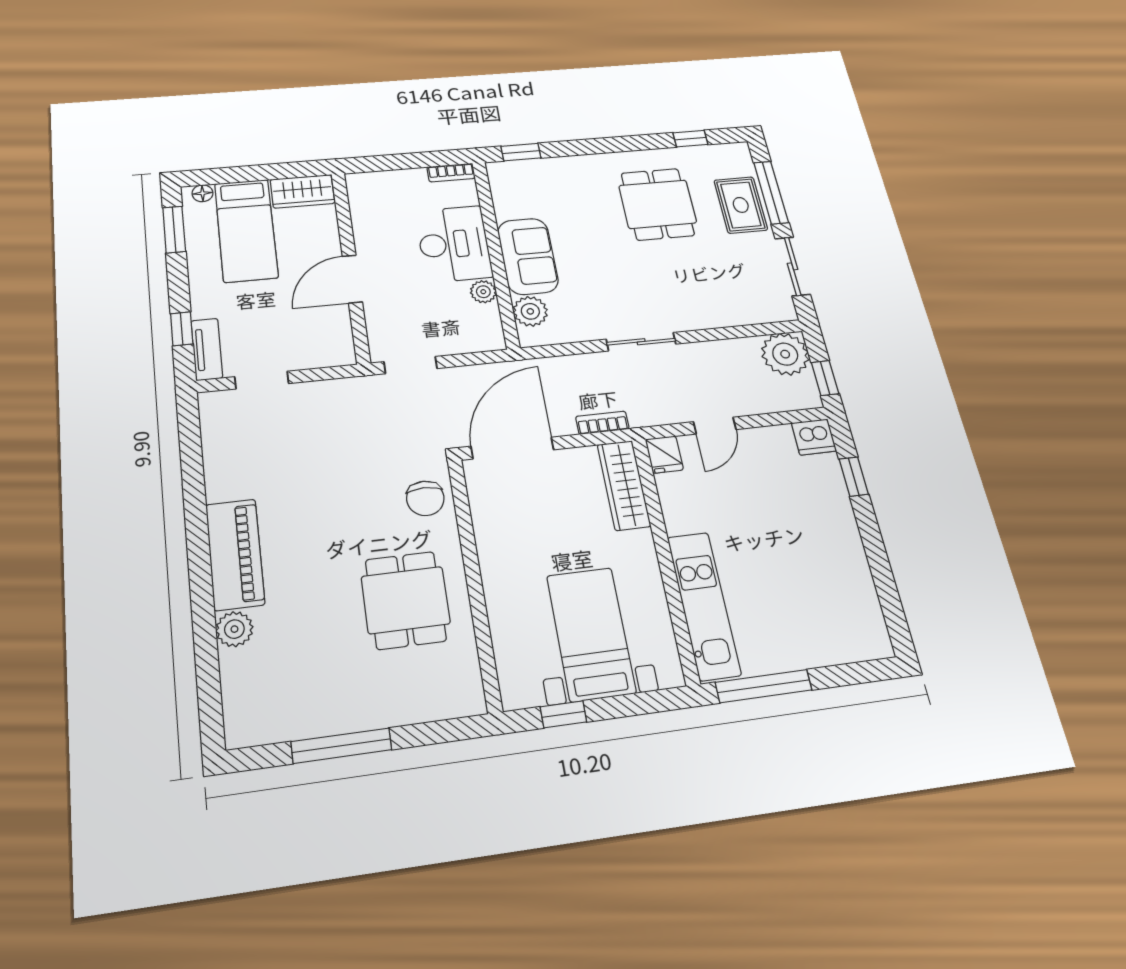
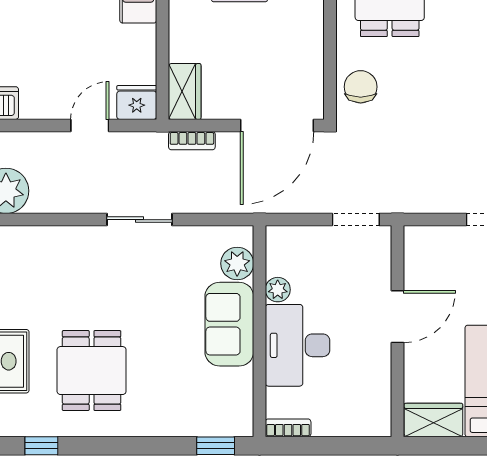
fridge: (664, 455) -> (137, 102), width x1.38
wardrobe: (624, 485) -> (185, 92), width x0.67

